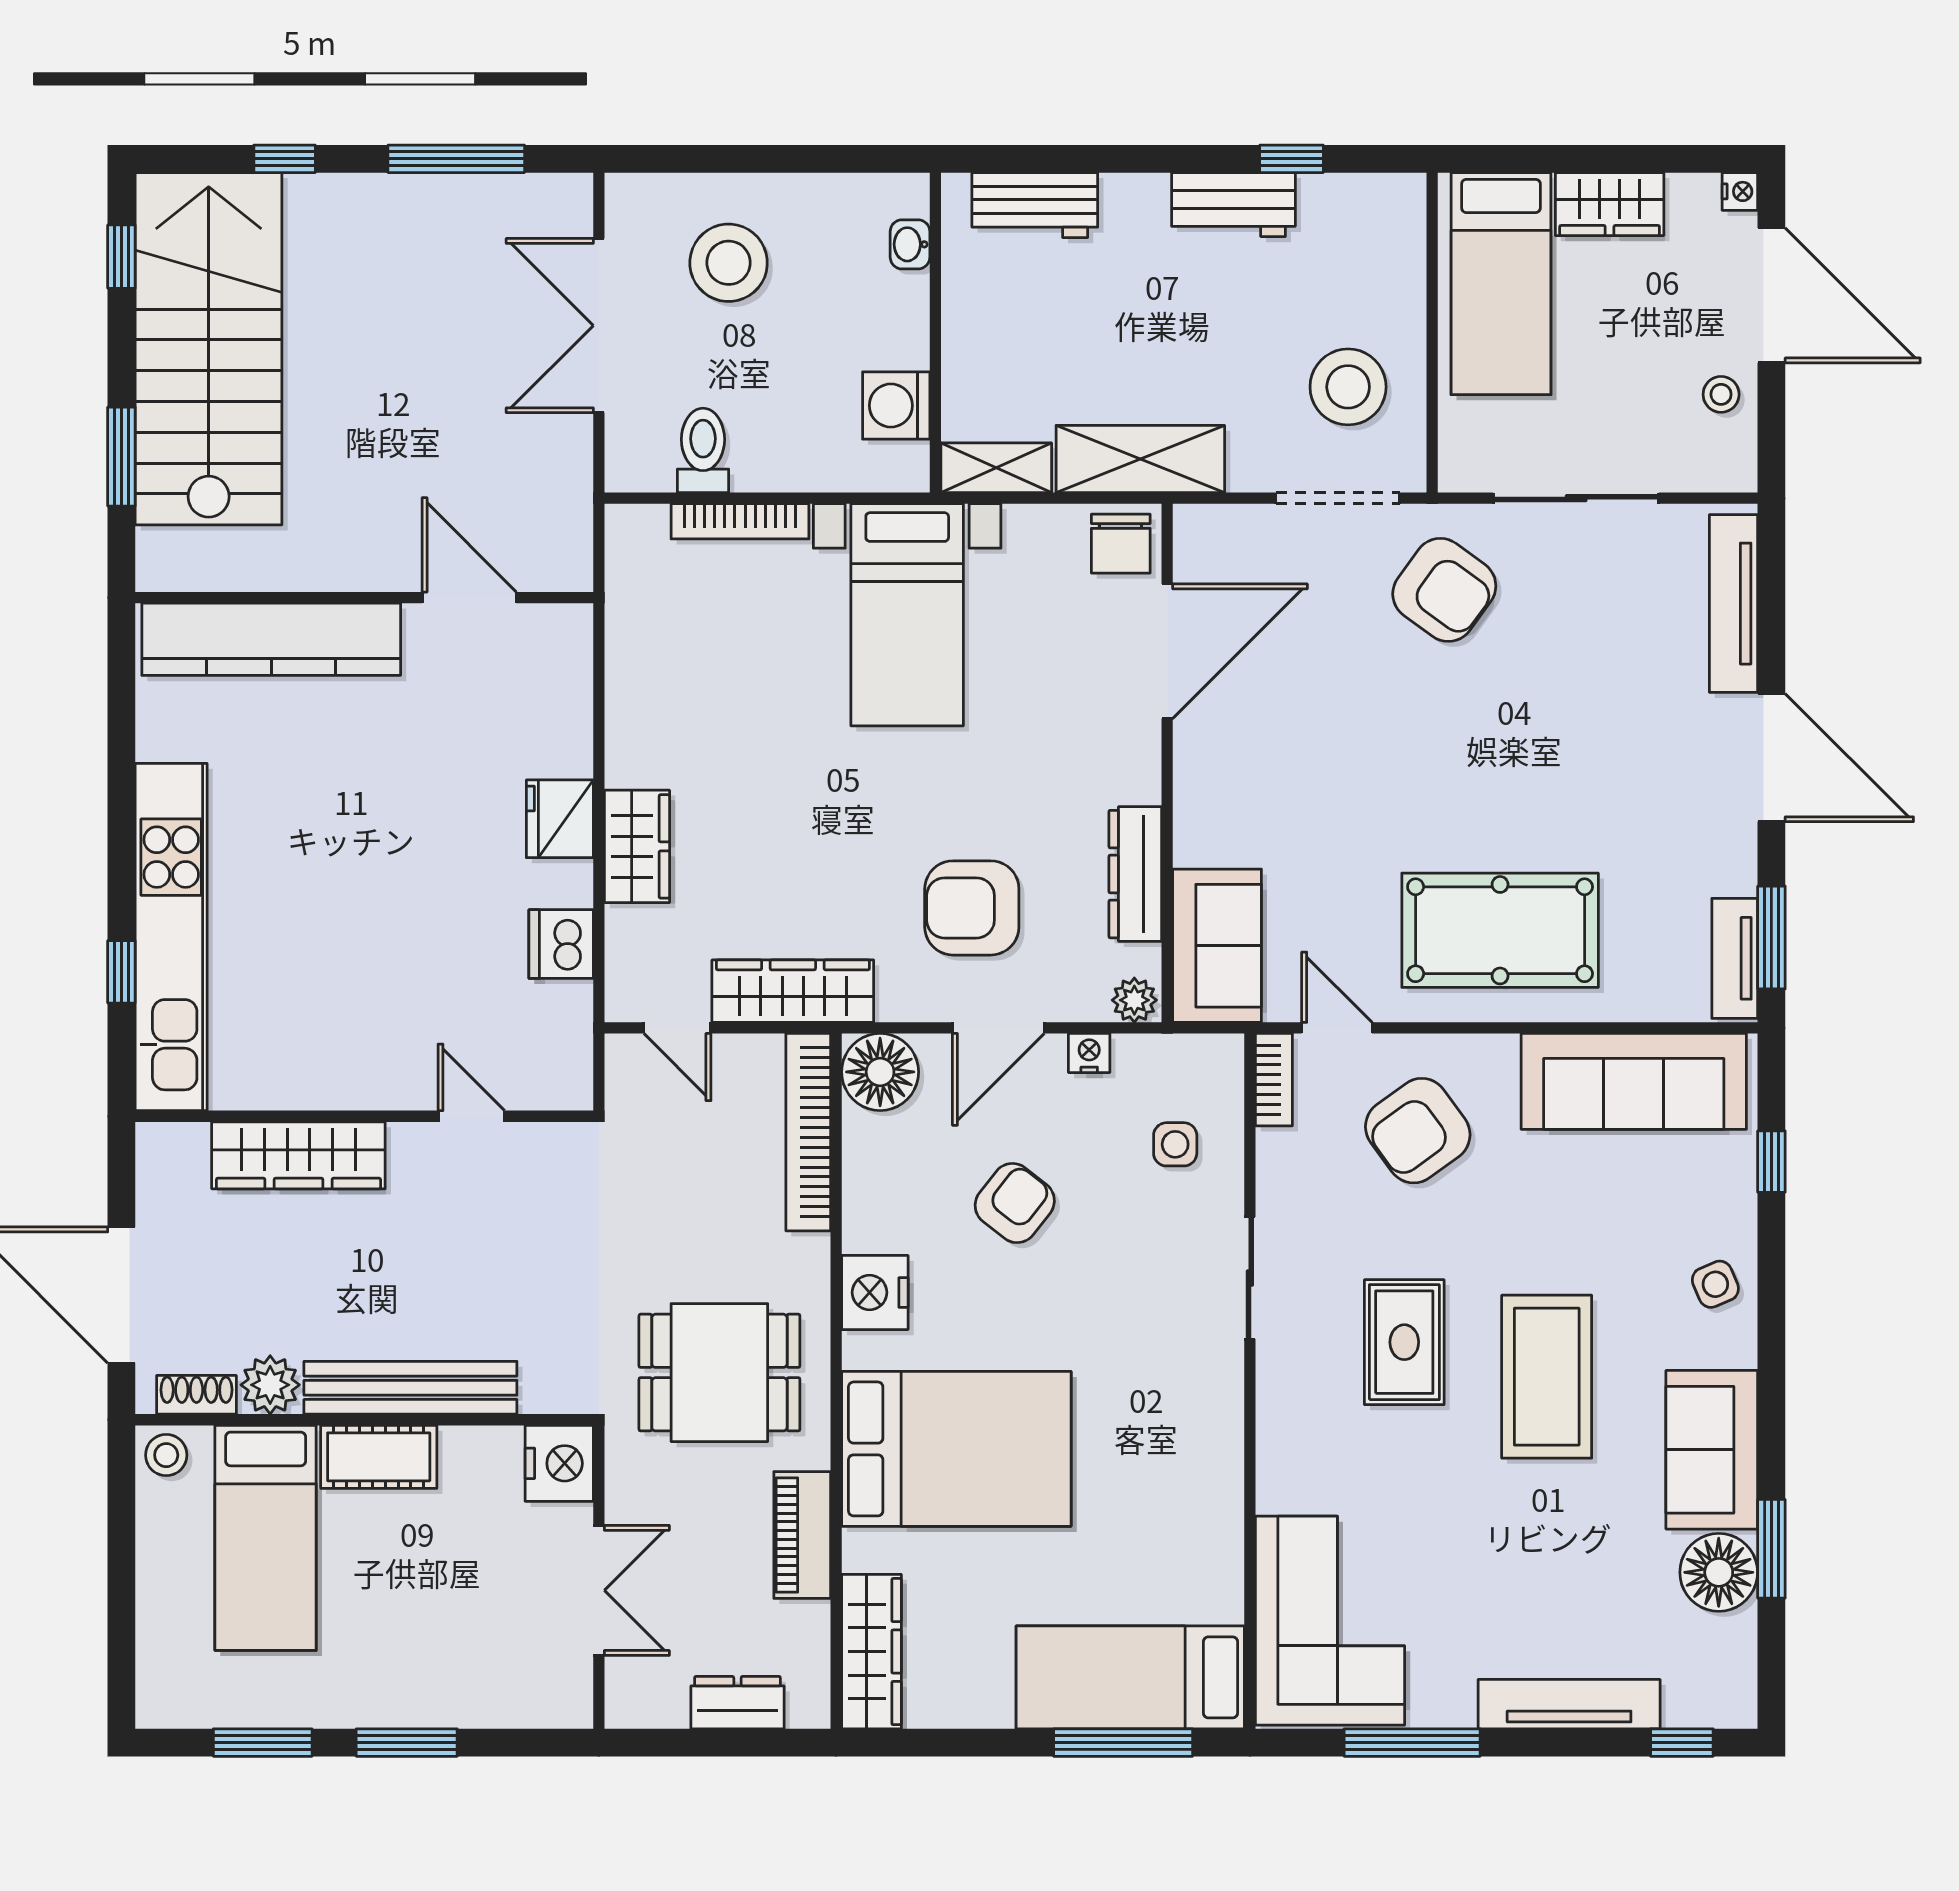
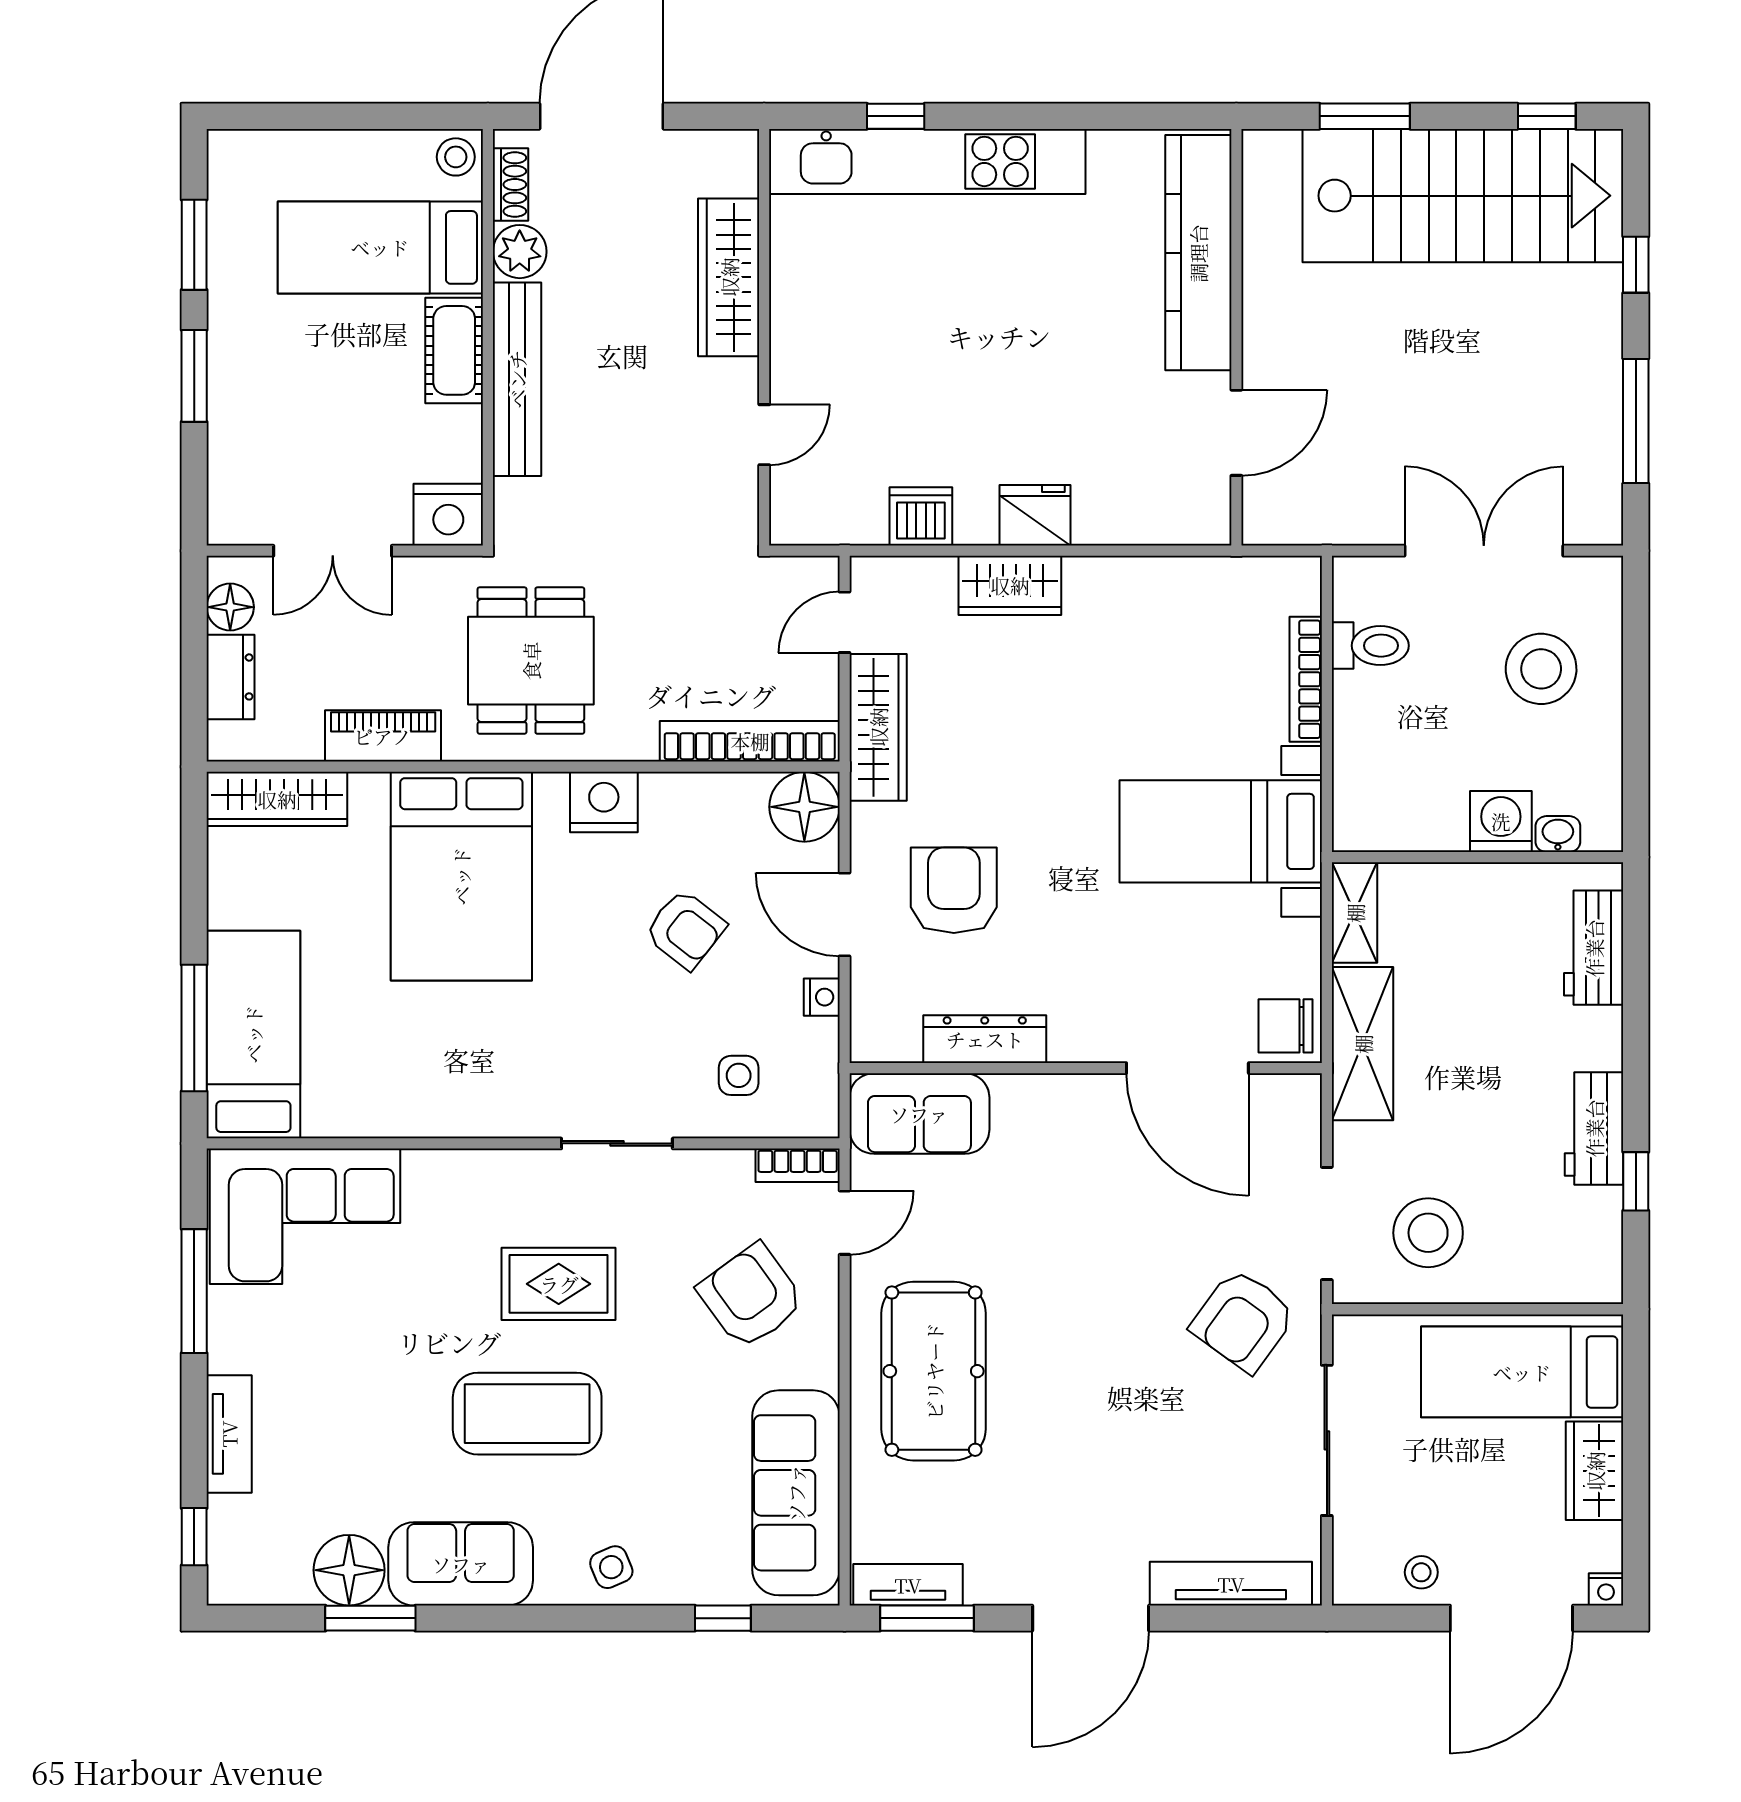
washing machine: (896, 406) -> (1501, 821), moved
plant: (1134, 1000) -> (870, 1038), removed
floor lamp: (661, 1703) -> (230, 607), added
tv unit: (1569, 1704) -> (229, 1434), width x0.71

